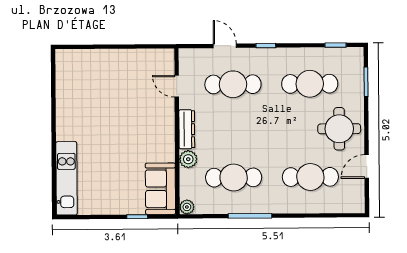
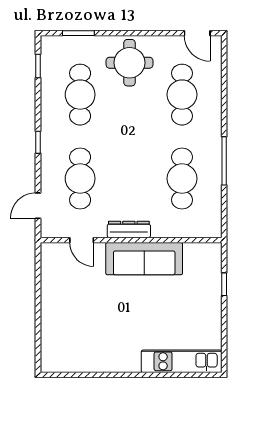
door: (225, 46) -> (38, 206), moved
door: (177, 86) -> (82, 240), hinge flipped
plant: (188, 159) -> (162, 228), removed
door: (367, 166) -> (197, 33), moved
sofa: (160, 189) -> (144, 259), moved, width x1.36
plant: (187, 207) -> (214, 230), removed

